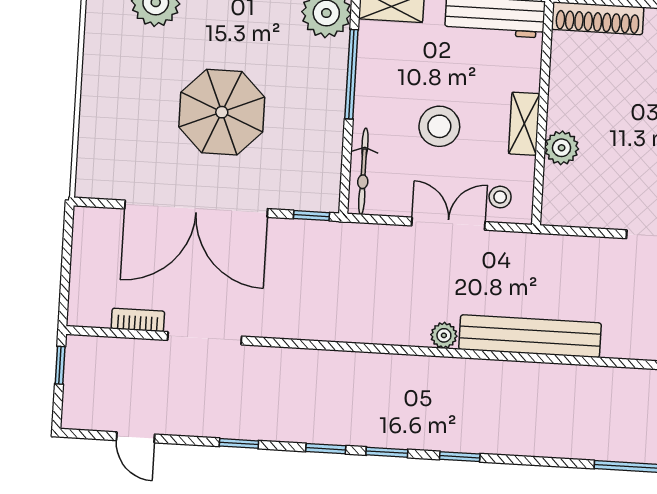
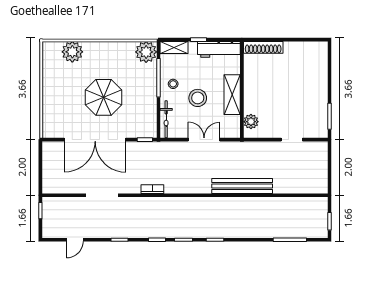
shelving: (524, 124) -> (232, 95), width x1.50, depth x1.33
plant: (562, 148) -> (251, 122), moved
stool: (500, 197) -> (173, 84), moved
bookcase: (138, 320) -> (152, 189), moved
plant: (444, 335) -> (205, 188), removed
door: (136, 437) -> (75, 240), hinge flipped

